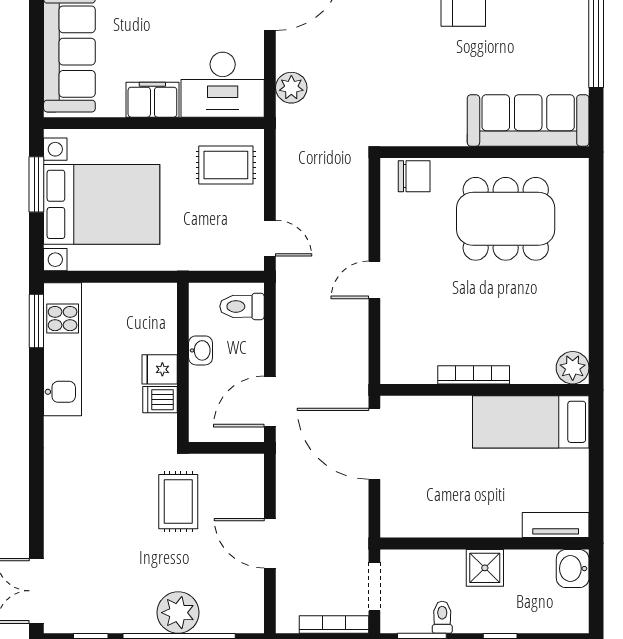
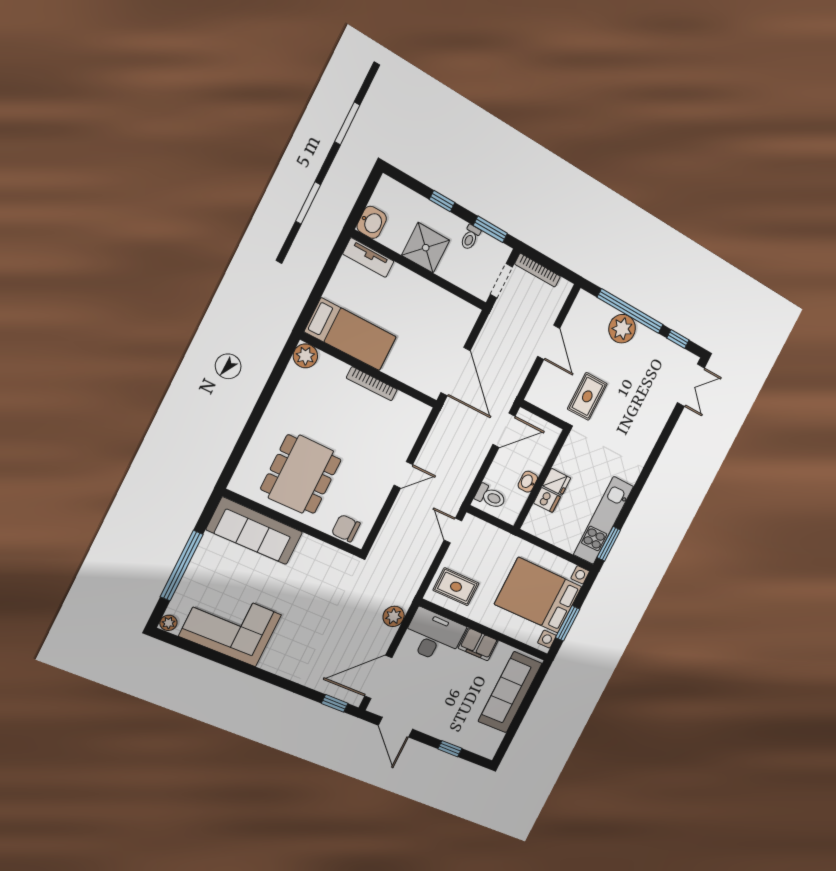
dining table: (506, 219) -> (301, 474), turned 90
dishwasher: (160, 400) -> (547, 500), moved
shower: (485, 568) -> (426, 248), width x1.36, depth x1.36

